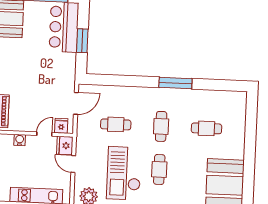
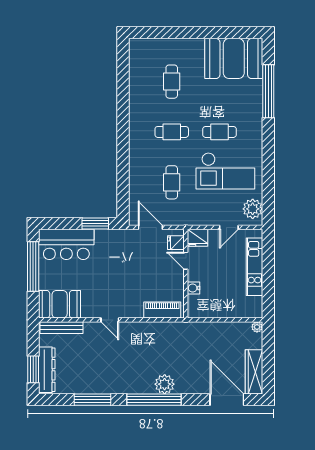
window: (82, 41) -> (95, 223), moved
window: (175, 83) -> (123, 118), removed
door: (73, 164) -> (229, 227), moved

